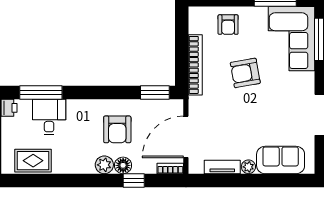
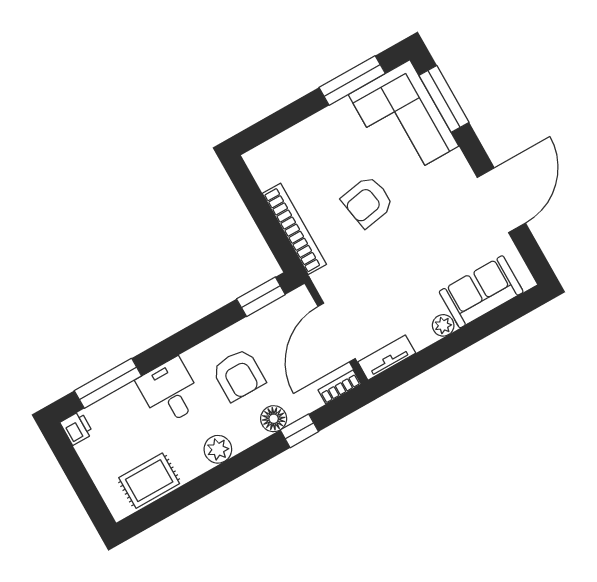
armchair: (228, 25) -> (308, 150), removed
desk: (49, 117) -> (170, 392), moved
plant: (104, 165) -> (218, 449), moved
tv unit: (222, 167) -> (387, 358), moved

